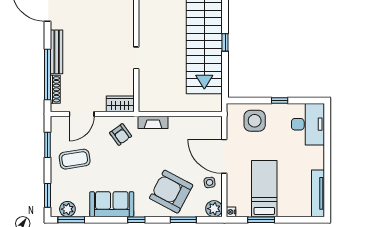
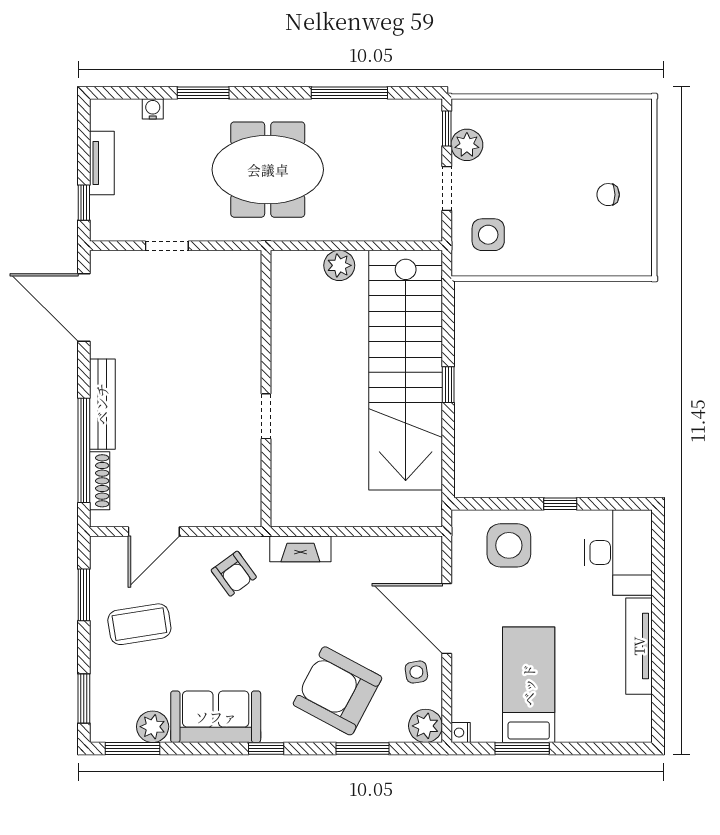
wardrobe: (120, 104) -> (233, 511), removed
tv unit: (318, 193) -> (639, 646), moved
plant: (67, 209) -> (153, 727), moved

